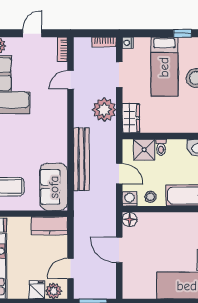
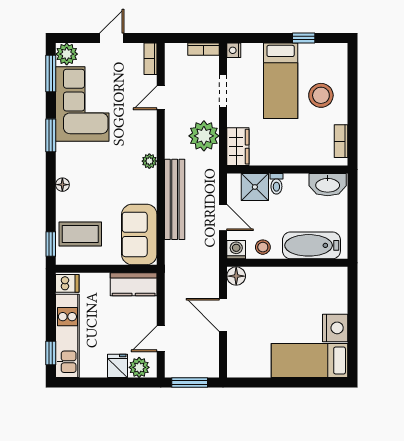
plant: (62, 129) -> (149, 161), added

